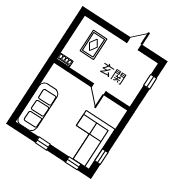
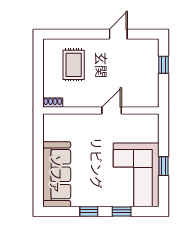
door: (99, 89) -> (112, 111), swing flipped
window: (101, 157) -> (164, 166), moved
window: (73, 163) -> (122, 211), moved

